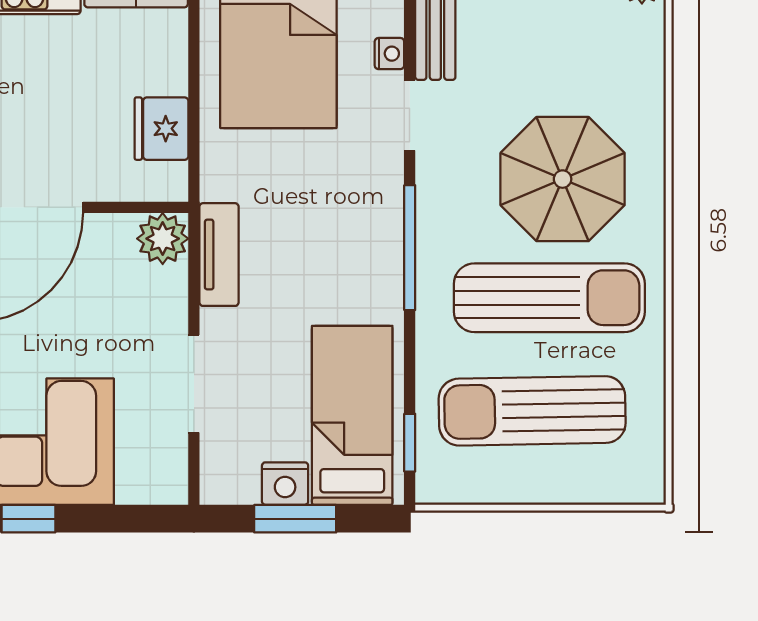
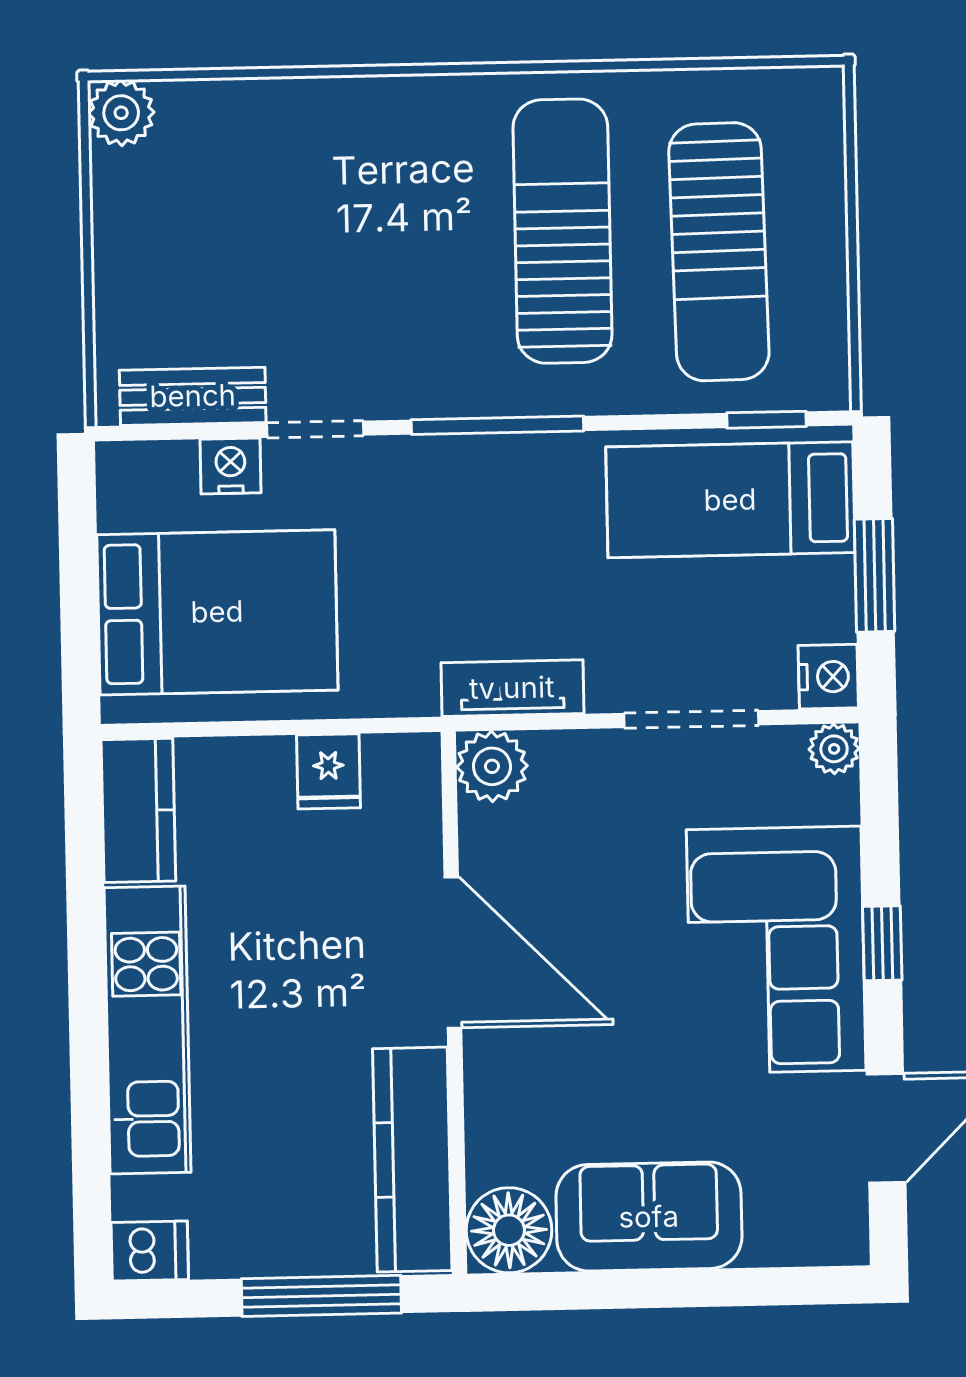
nightstand: (389, 54) -> (231, 466), width x1.39, depth x1.35
fridge: (161, 129) -> (328, 771), width x0.72
parasol: (563, 179) -> (398, 216), removed
nightstand: (285, 484) -> (828, 677), moved
plant: (170, 487) -> (834, 749), added

